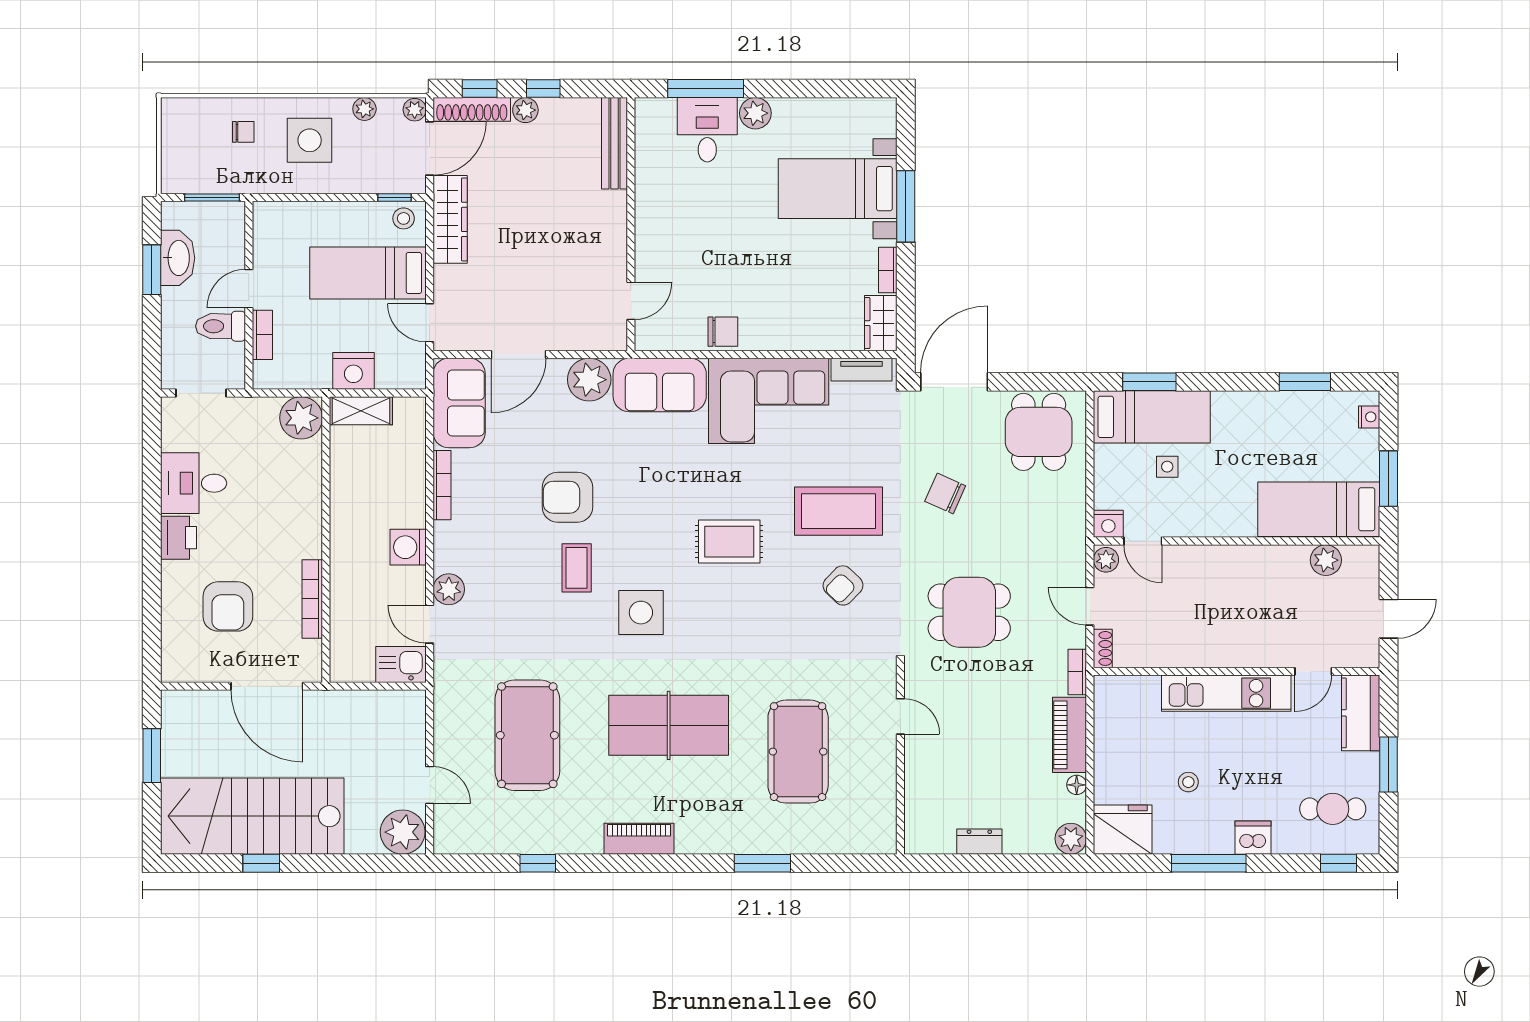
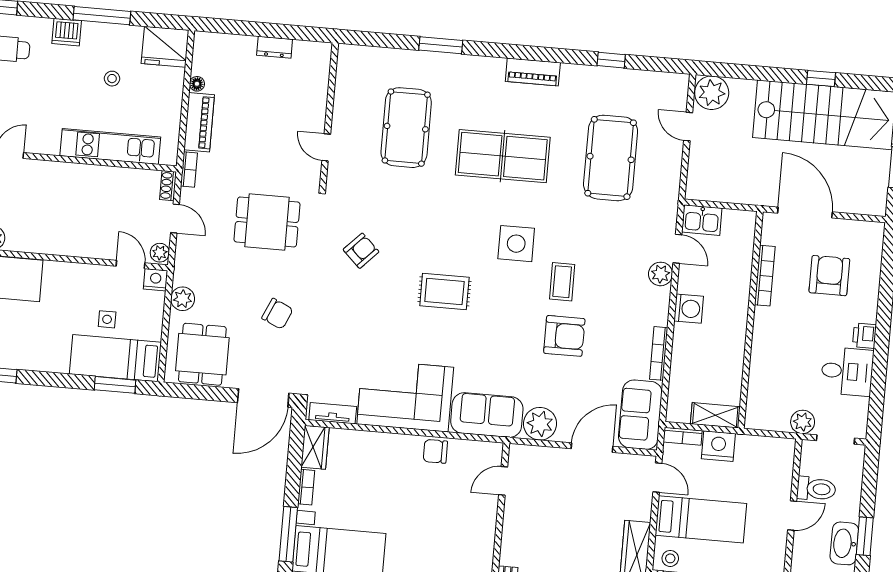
bookcase: (262, 335) -> (683, 436), moved, turned -90
plant: (301, 418) -> (803, 422), moved, width x0.73, depth x0.73
coffee table: (838, 511) -> (360, 307), removed
printer: (179, 538) -> (864, 336), width x0.73, depth x0.81
kitchen unit: (1226, 693) -> (110, 146), moved
plant: (1071, 839) -> (183, 299), moved

